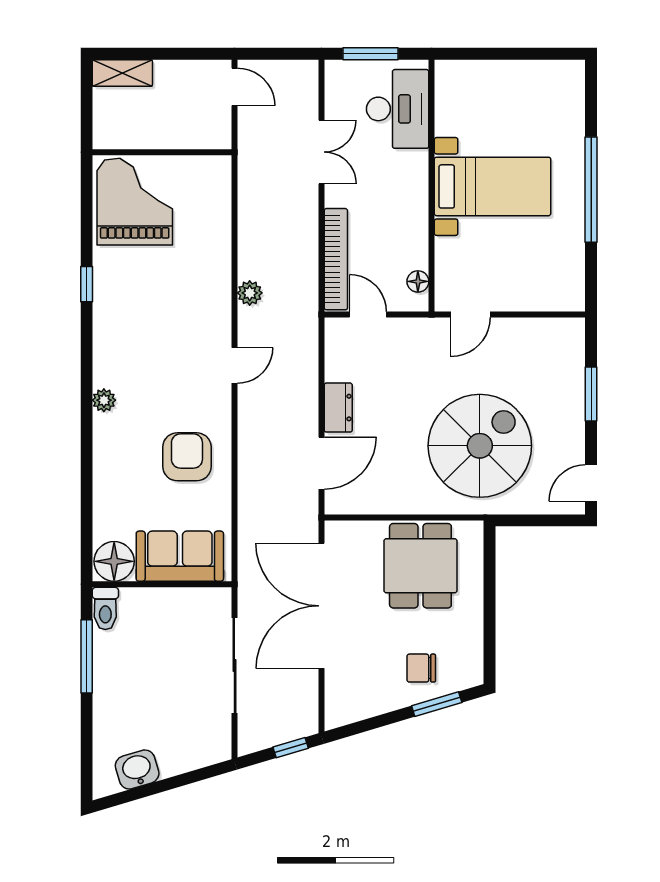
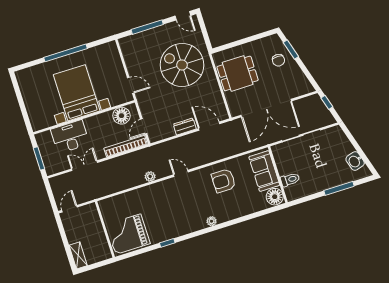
desk: (398, 109) -> (70, 137), moved
bed with nightstands: (493, 186) -> (77, 93), width x1.36
floor lamp: (418, 281) -> (121, 116), width x1.89, depth x1.89
window: (591, 394) -> (147, 27), width x1.44
toilet: (105, 608) -> (290, 180), moved
window: (87, 656) -> (339, 188), moved

